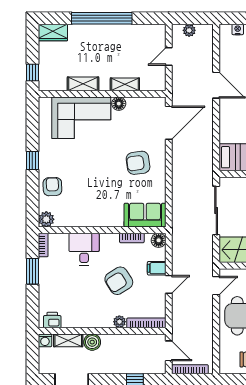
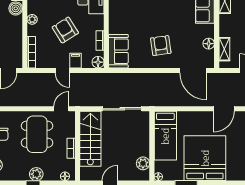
shelving: (125, 84) -> (224, 49), moved
floor lamp: (119, 104) -> (209, 44), moved
door: (216, 286) -> (61, 109), swing flipped
plant: (119, 322) -> (32, 19), moved

